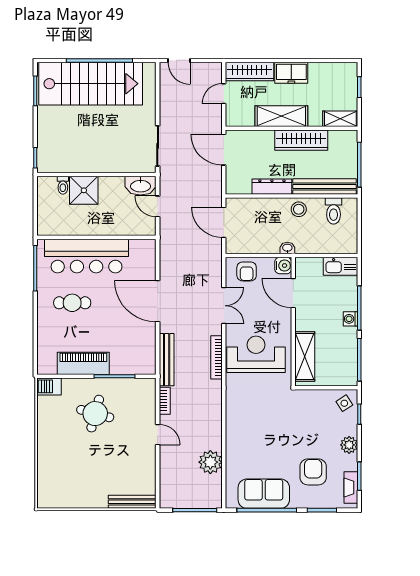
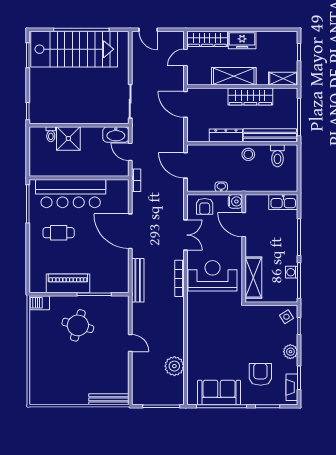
washbasin: (287, 248) -> (221, 187), moved
washing machine: (351, 319) -> (292, 272), moved
bookcase: (165, 401) -> (136, 180), moved

